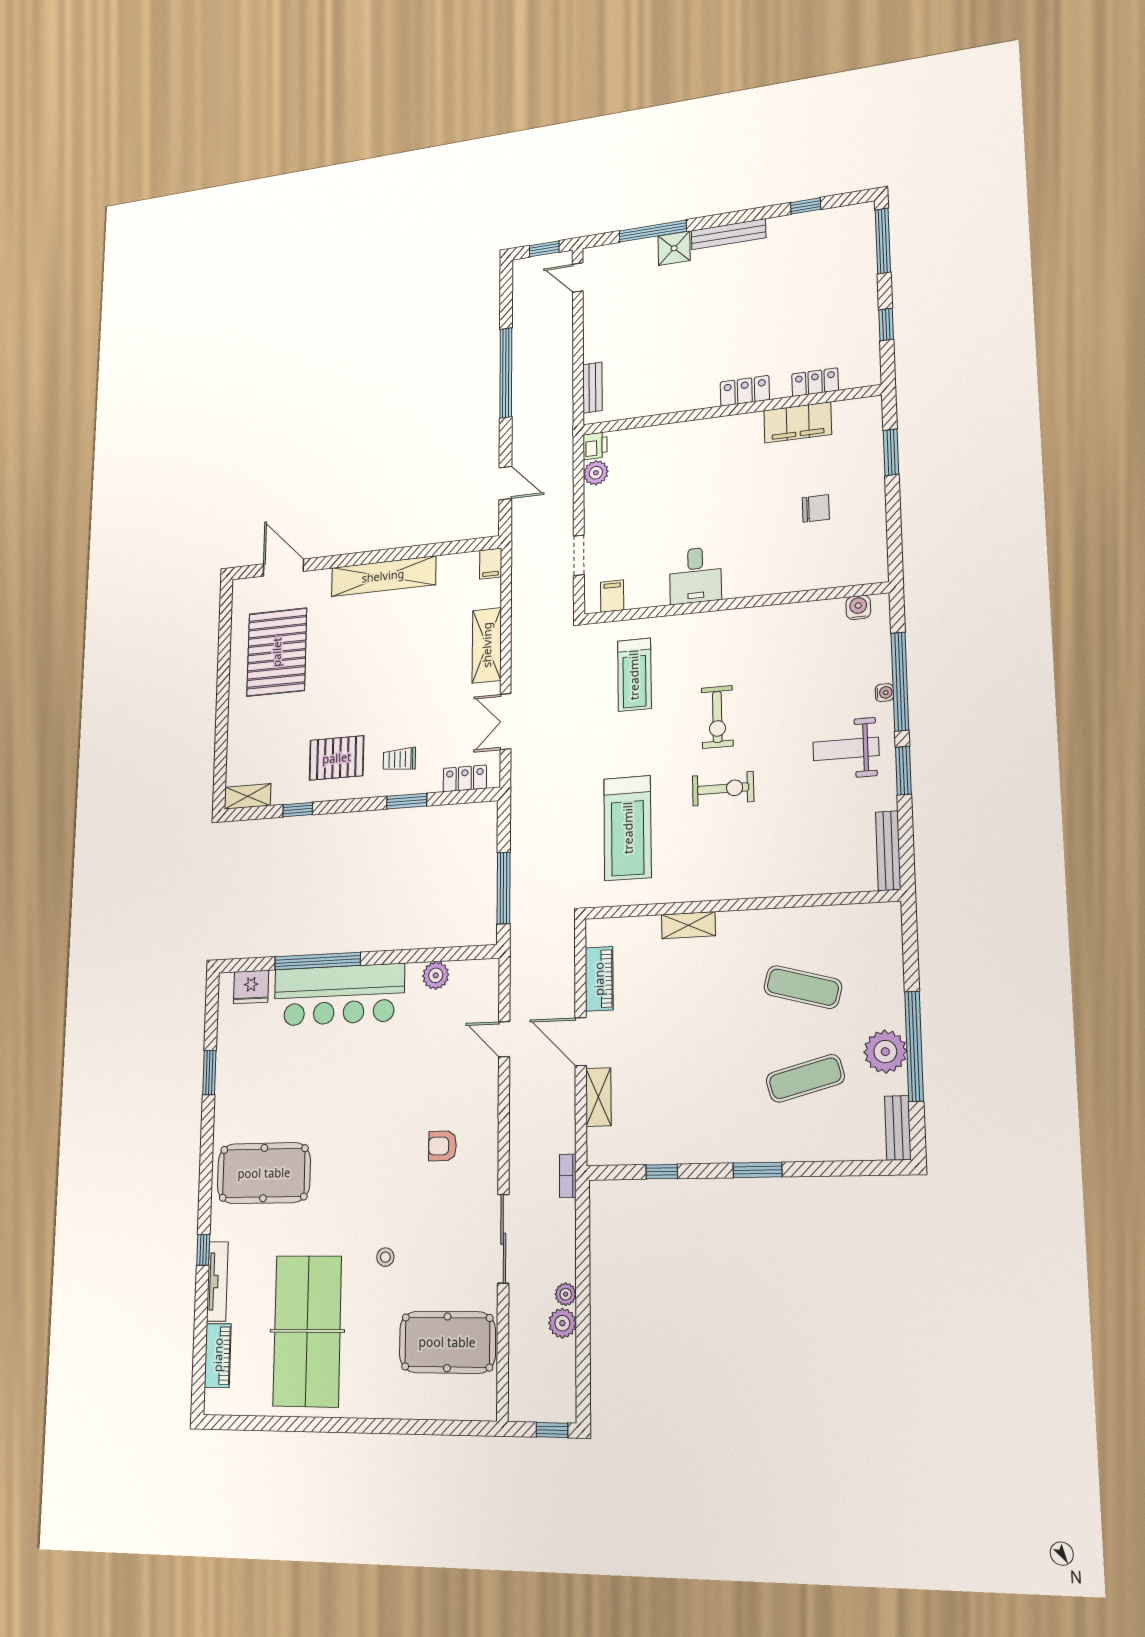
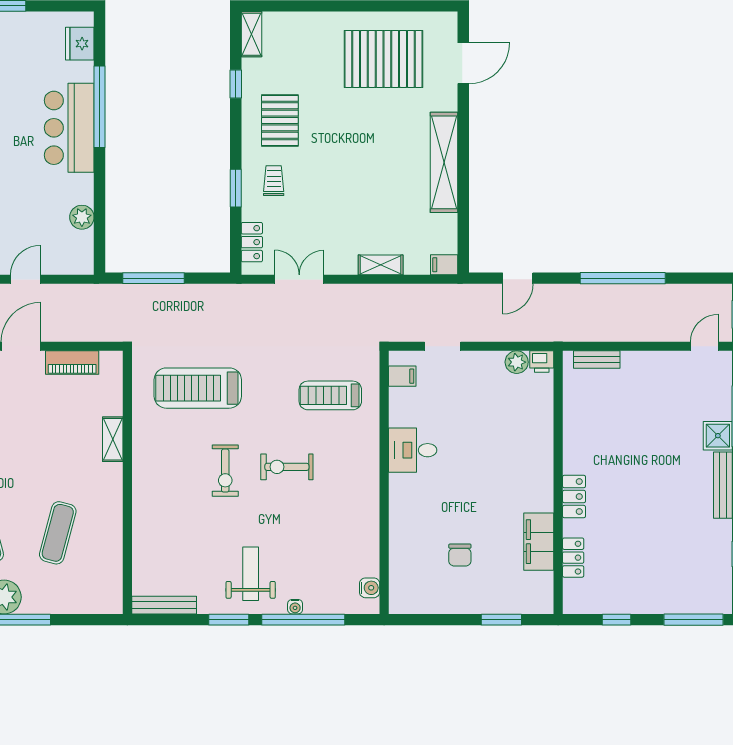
shelving: (487, 645) -> (381, 265), width x0.67, depth x0.75
bar counter: (339, 995) -> (69, 128), width x0.73

